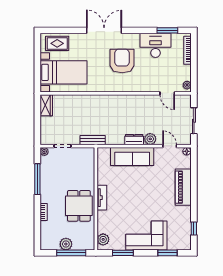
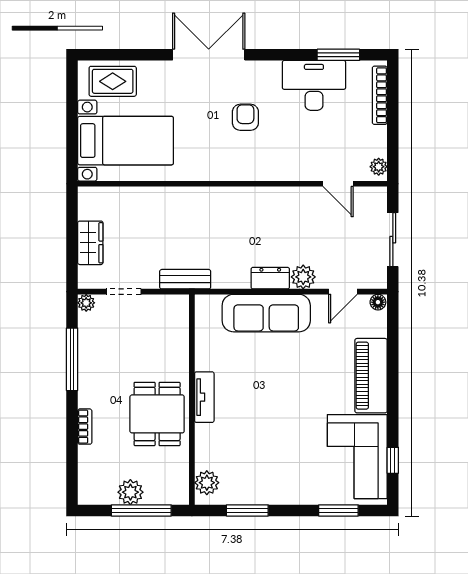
armchair: (122, 61) -> (245, 117), width x0.53, depth x0.53
wardrobe: (46, 105) -> (90, 243), moved
door: (170, 146) -> (343, 292), swing flipped
corner sofa: (146, 236) -> (357, 457), moved, turned -90

